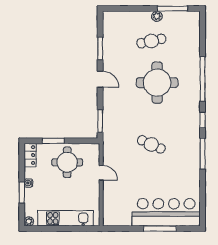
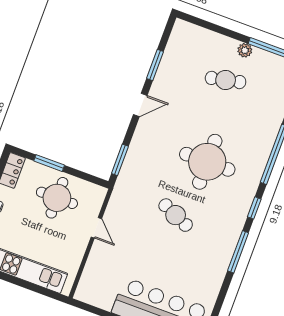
door: (100, 79) -> (140, 105), hinge flipped
round table: (157, 83) -> (207, 162), moved

